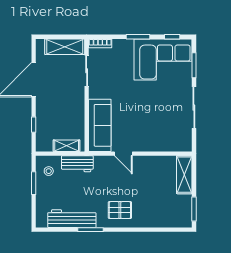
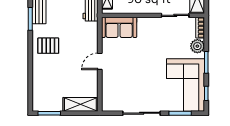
plant: (120, 46) -> (197, 46), added
sofa: (100, 125) -> (119, 27), width x0.73
door: (123, 154) -> (100, 61), moved
pallet: (120, 210) -> (48, 46), turned 90

